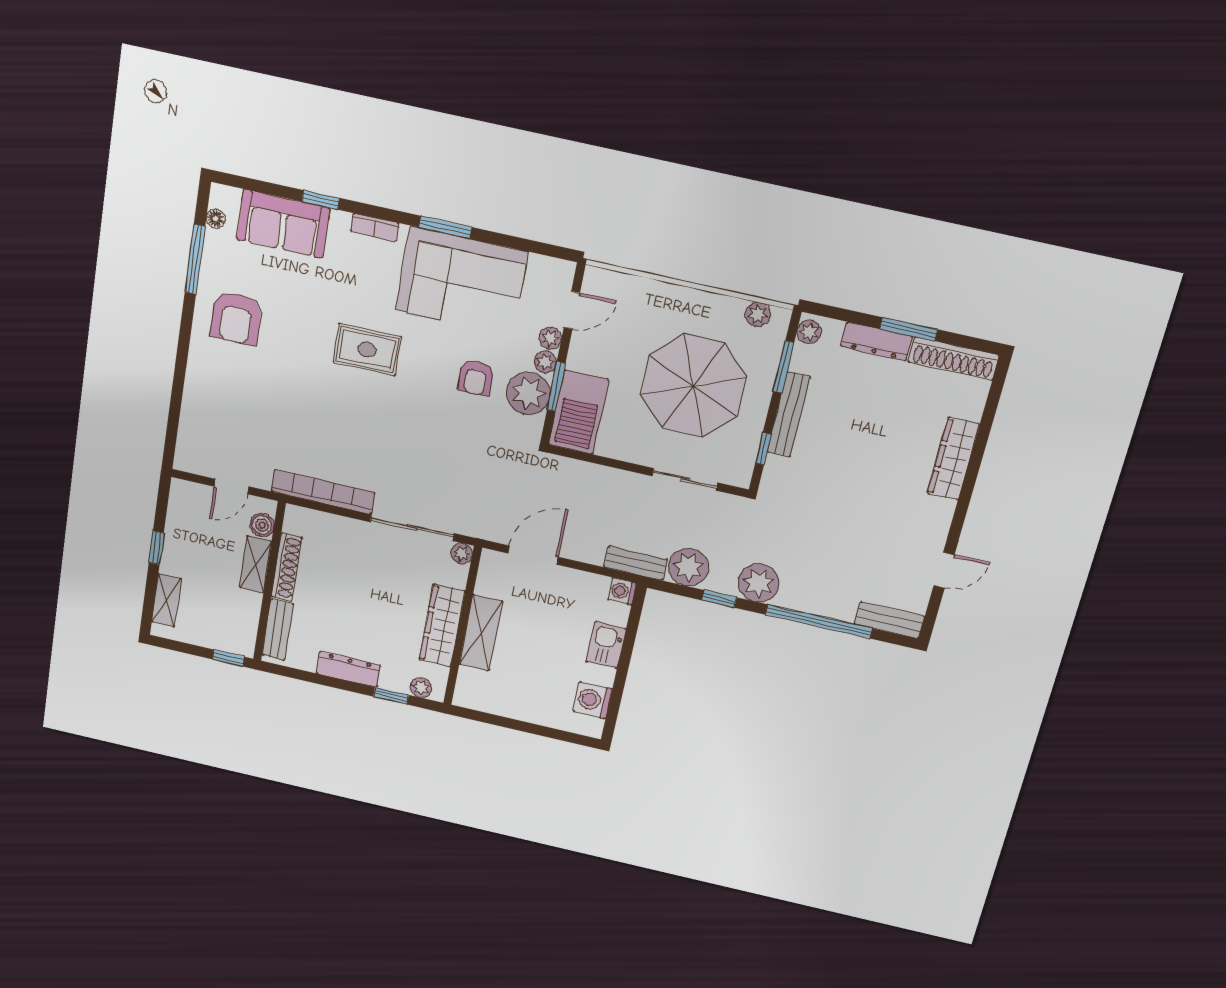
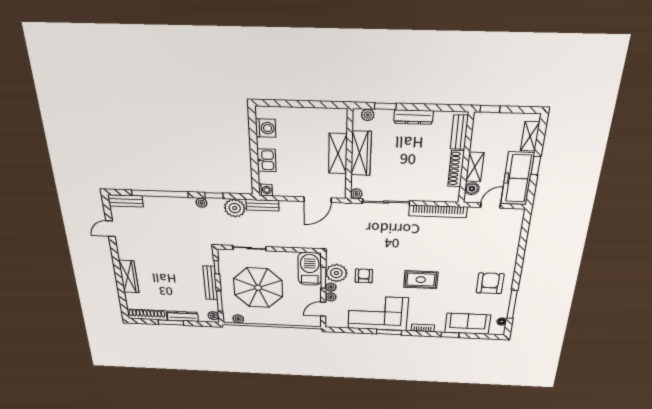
freezer: (186, 530) -> (517, 178), added
plant: (759, 583) -> (201, 203), width x0.53, depth x0.53

